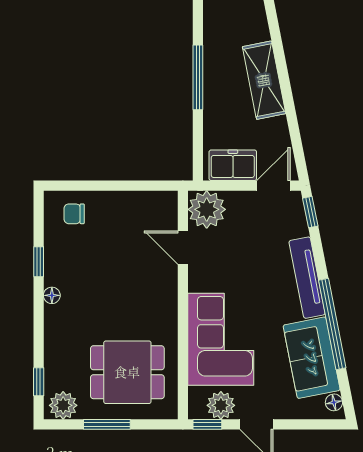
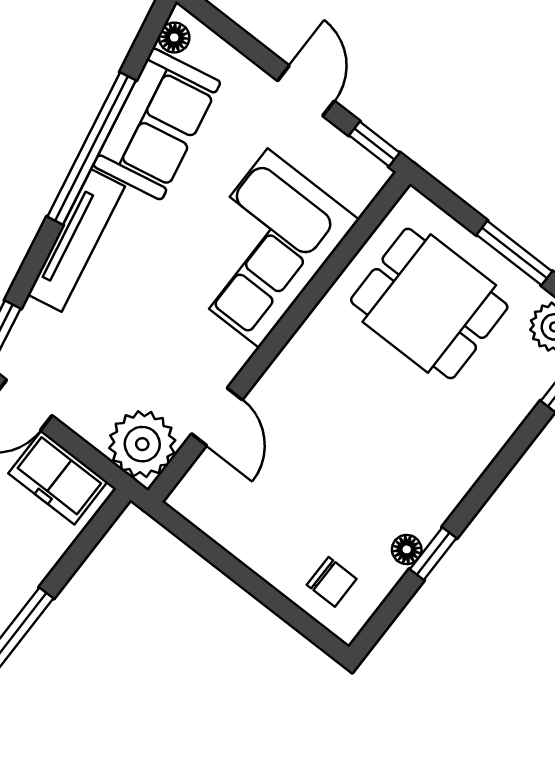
floor lamp: (52, 295) -> (407, 549), moved
plant: (221, 405) -> (335, 156), removed

